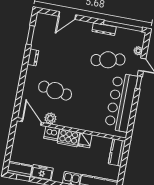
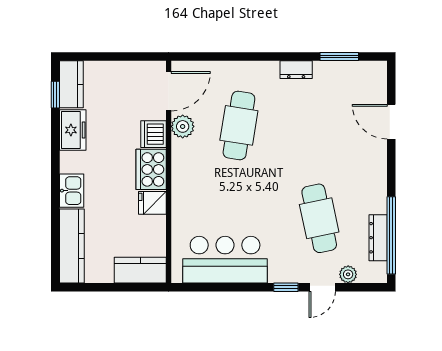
dresser: (104, 29) -> (378, 238), moved
bar counter: (121, 102) -> (225, 260), width x0.73

